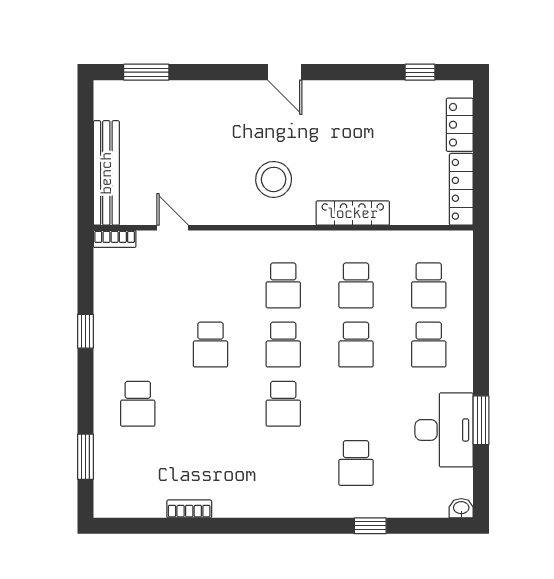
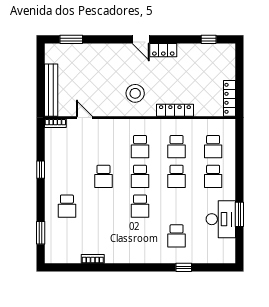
locker: (460, 125) -> (163, 50), moved, turned -90
washbasin: (461, 508) -> (229, 259), removed

